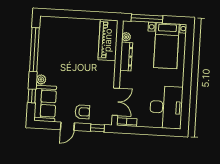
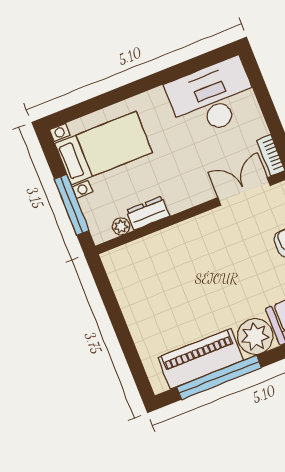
piano: (108, 40) -> (201, 359), moved, turned 180
dresser: (126, 56) -> (148, 213), width x0.70
plant: (41, 79) -> (255, 337), width x1.88, depth x1.88

